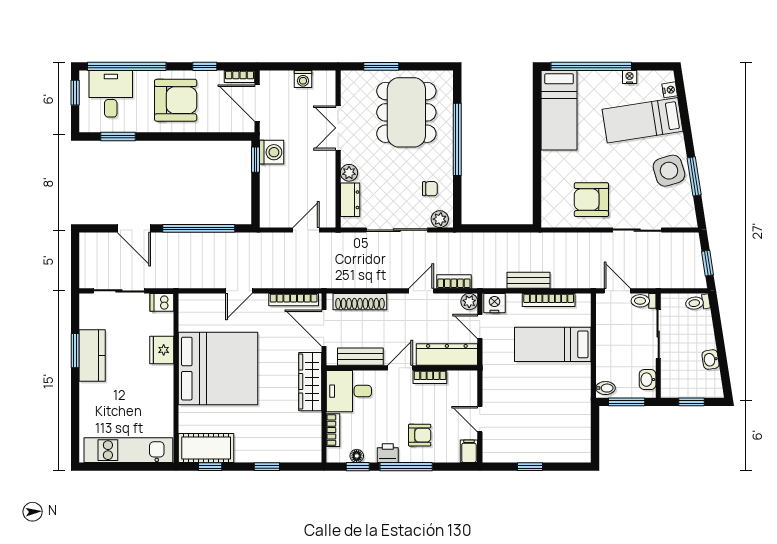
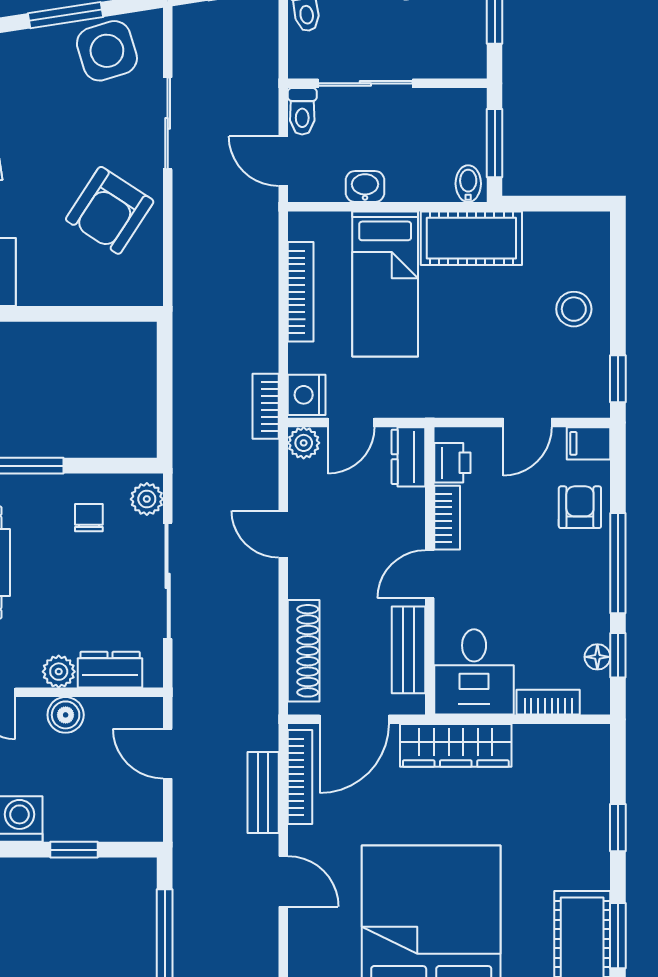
window: (255, 160) -> (74, 850), moved
side table: (669, 171) -> (107, 51), moved
boiler: (326, 176) -> (66, 715), added
armchair: (591, 200) -> (110, 210), turned 33
bench: (529, 280) -> (263, 792), moved
bookcase: (454, 282) -> (266, 406), moved
door: (617, 291) -> (283, 161), hinge flipped
dresser: (447, 354) -> (408, 457), width x0.51, depth x0.80
door: (400, 368) -> (430, 574), hinge flipped
washbasin: (648, 380) -> (365, 187), moved, turned 180
cot: (577, 390) -> (471, 238), added
armchair: (420, 435) -> (580, 507), moved
stool: (540, 444) -> (574, 309), added
printer: (388, 453) -> (452, 463), moved, turned 180
window: (210, 467) -> (618, 936), width x1.50
window: (530, 467) -> (618, 379), moved

